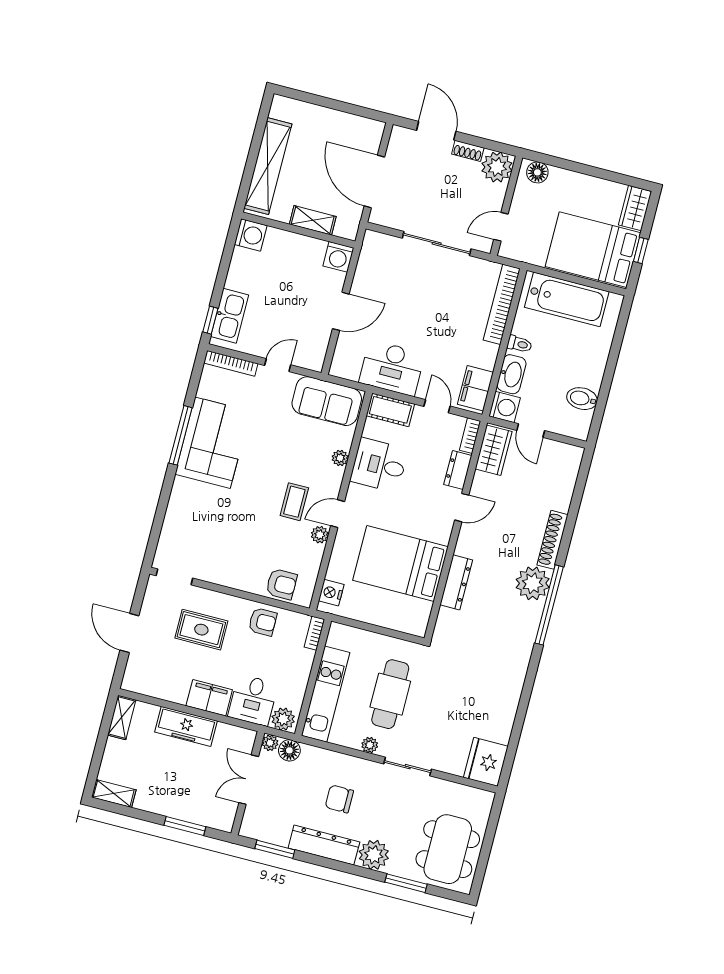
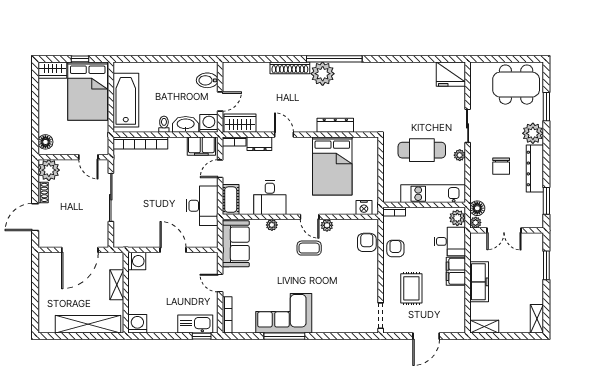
bidet: (582, 399) -> (207, 80), moved, turned 90

